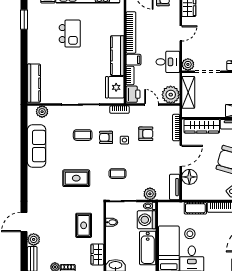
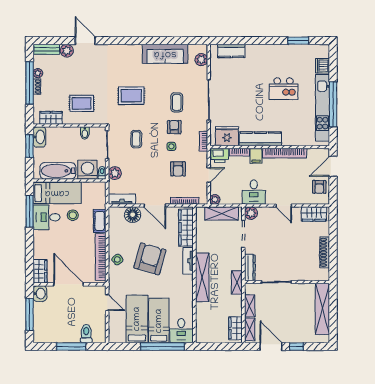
kitchen counter: (34, 83) -> (231, 51), width x0.67
plant: (171, 95) -> (215, 199), width x0.53, depth x0.53
rug: (76, 178) -> (131, 96), turned 90

